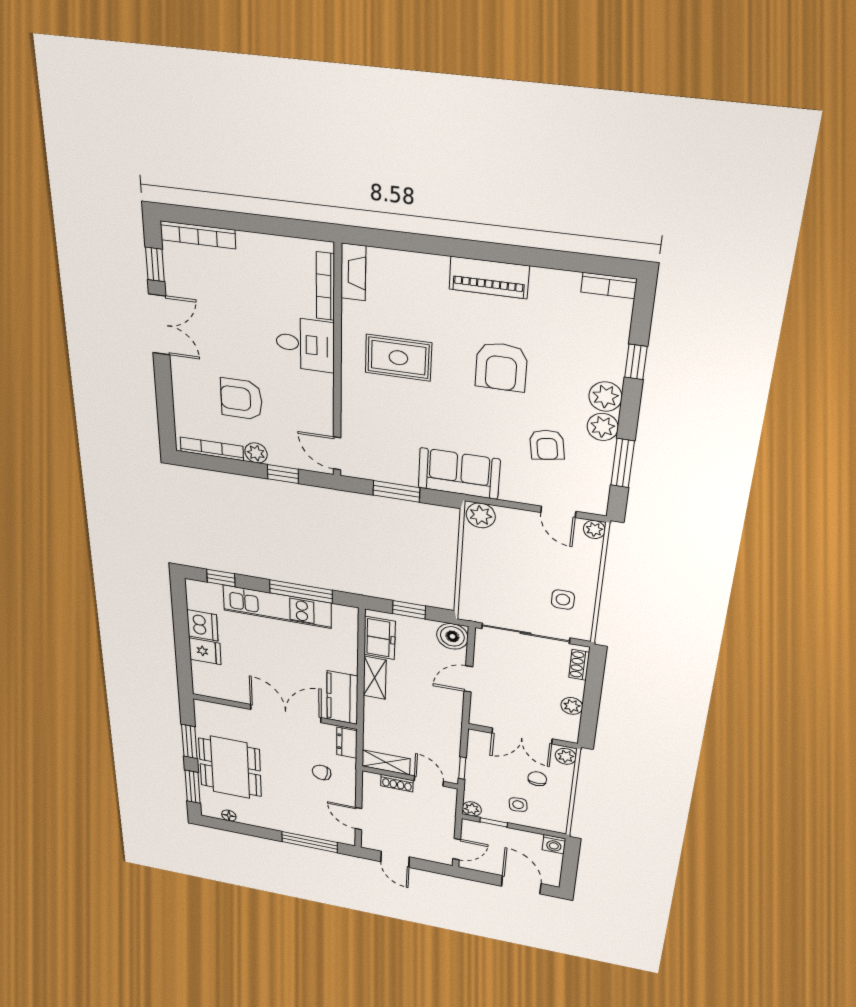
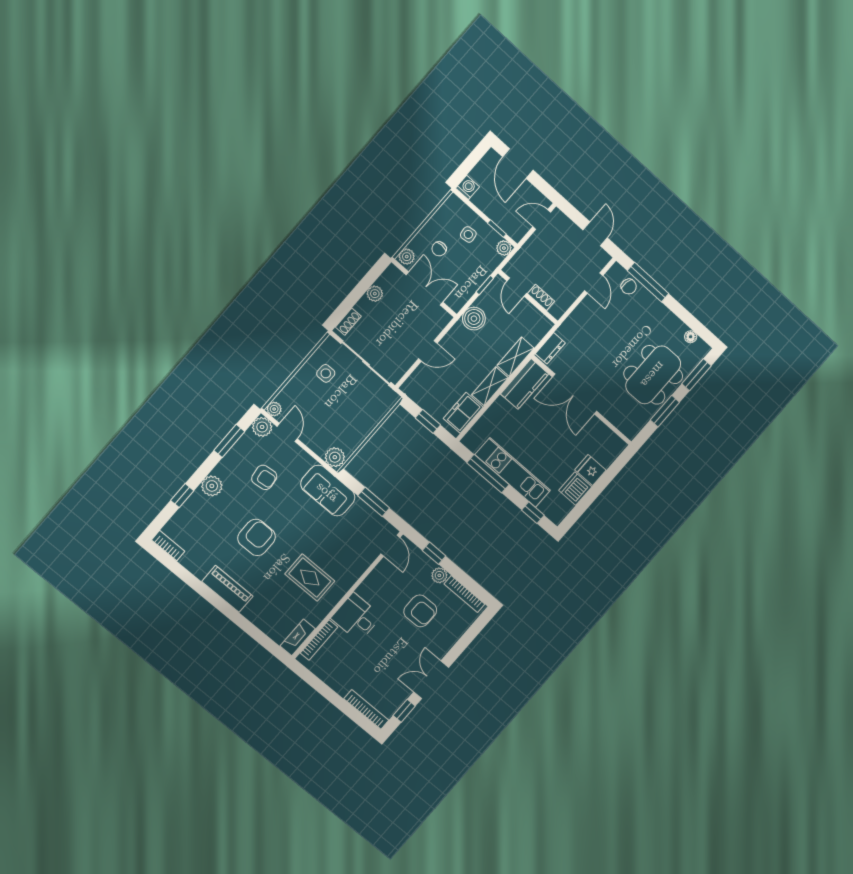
plant: (603, 427) -> (262, 427), moved
armchair: (547, 445) -> (264, 477), turned 92
boiler: (452, 636) -> (474, 319), moved
shelving: (386, 762) -> (515, 357), moved, turned 90
chair: (322, 772) -> (629, 286), moved

